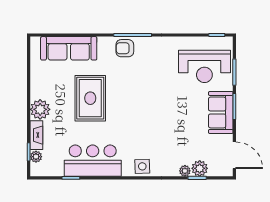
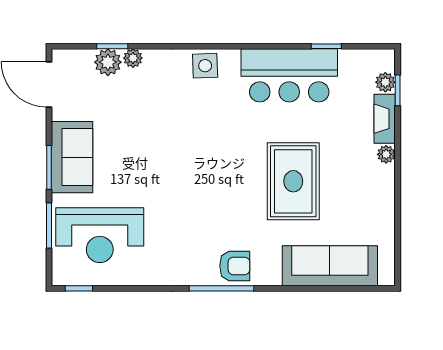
reception desk: (204, 66) -> (100, 235), turned 180
plant: (40, 109) -> (386, 154), width x0.53, depth x0.53

